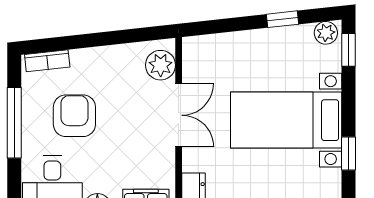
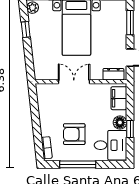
plant: (161, 65) -> (49, 91), removed

